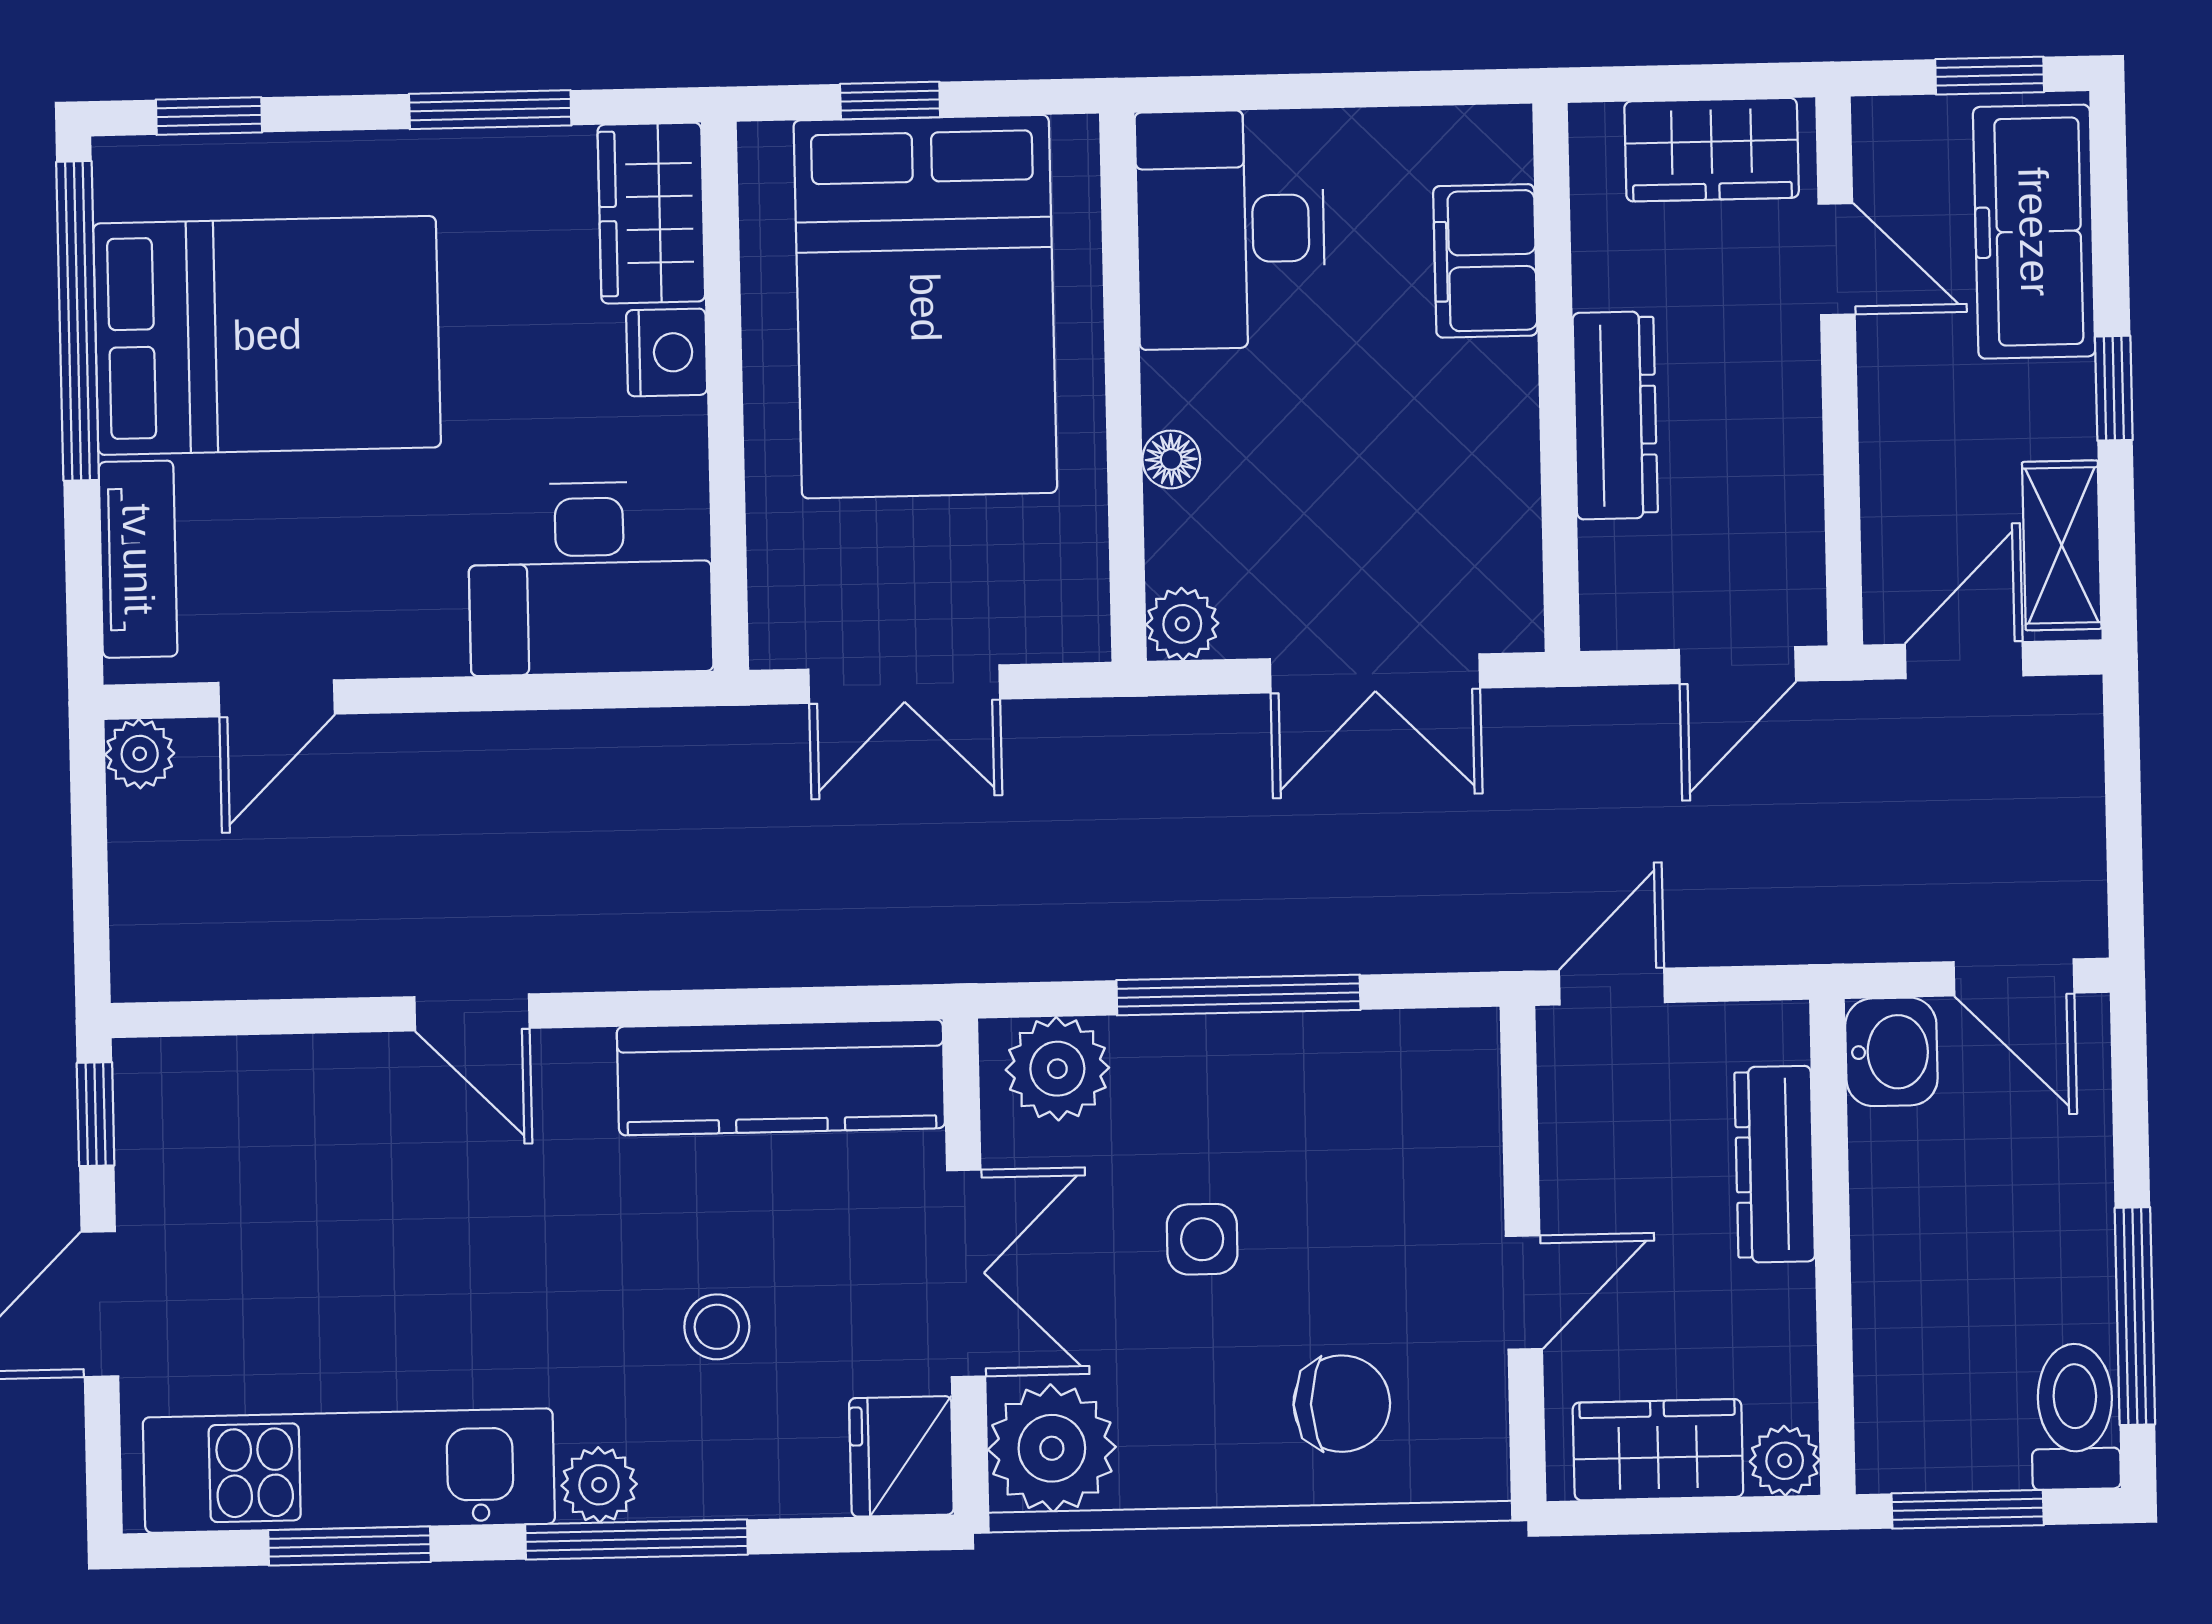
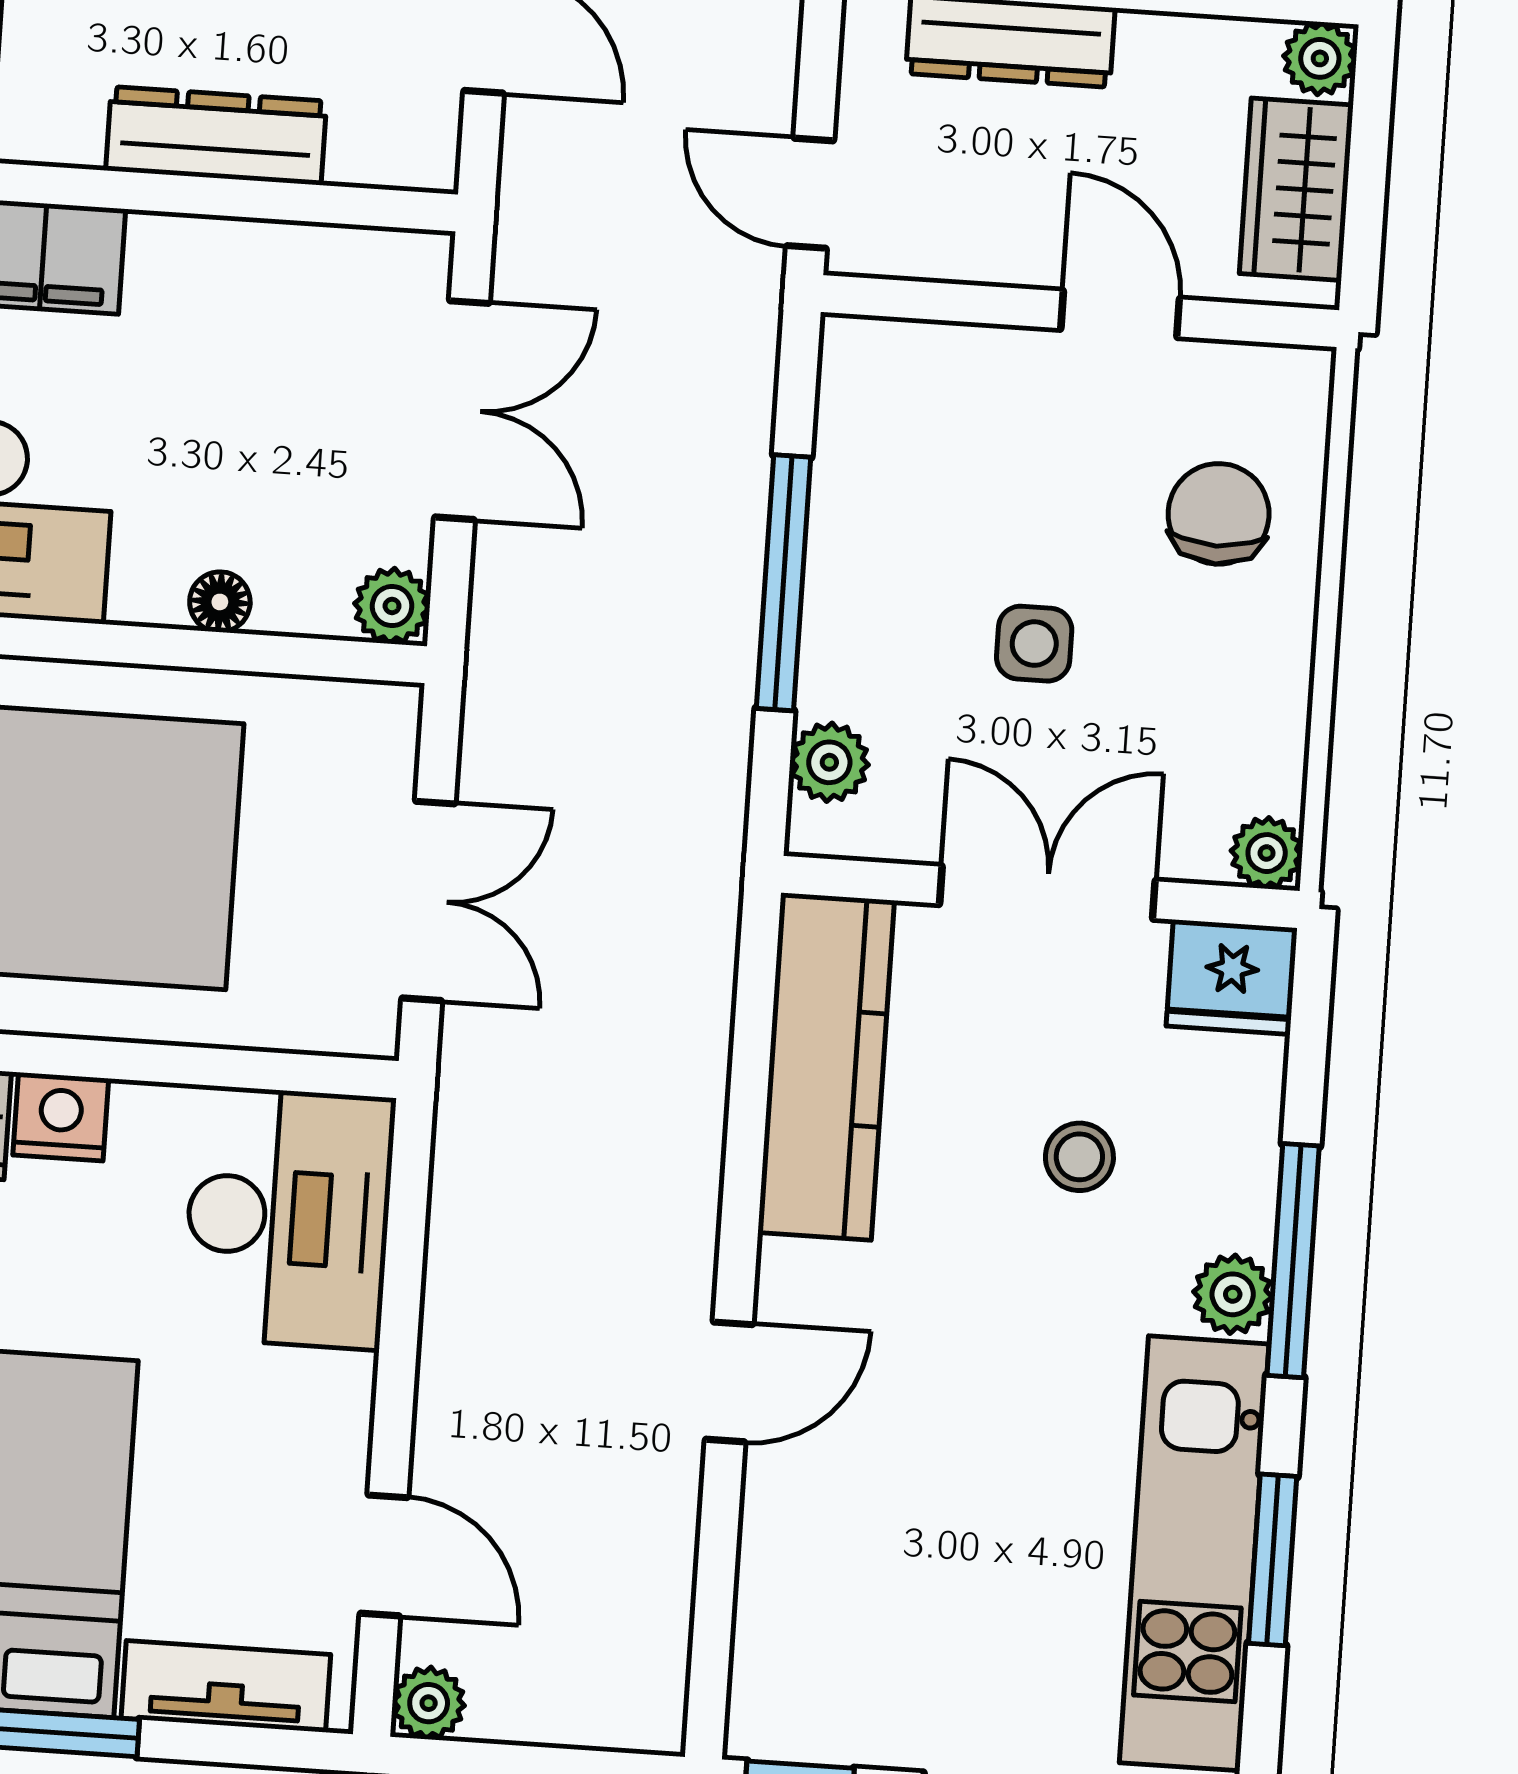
plant: (1057, 1069) -> (829, 762), width x0.73, depth x0.73
plant: (1052, 1448) -> (1267, 853), width x0.53, depth x0.53

